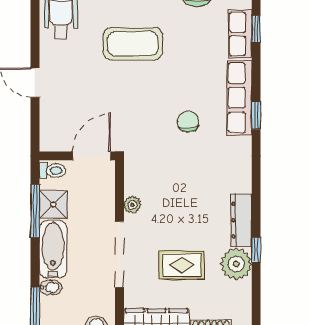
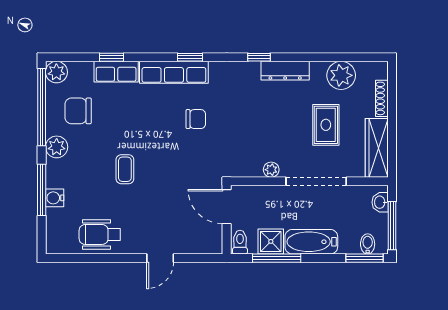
coffee table: (133, 44) -> (125, 169), width x0.54, depth x0.58
chair: (188, 122) -> (196, 119), turned 180
window: (256, 250) -> (259, 57), moved
plant: (236, 264) -> (341, 75), moved
bidet: (51, 287) -> (368, 244), moved

